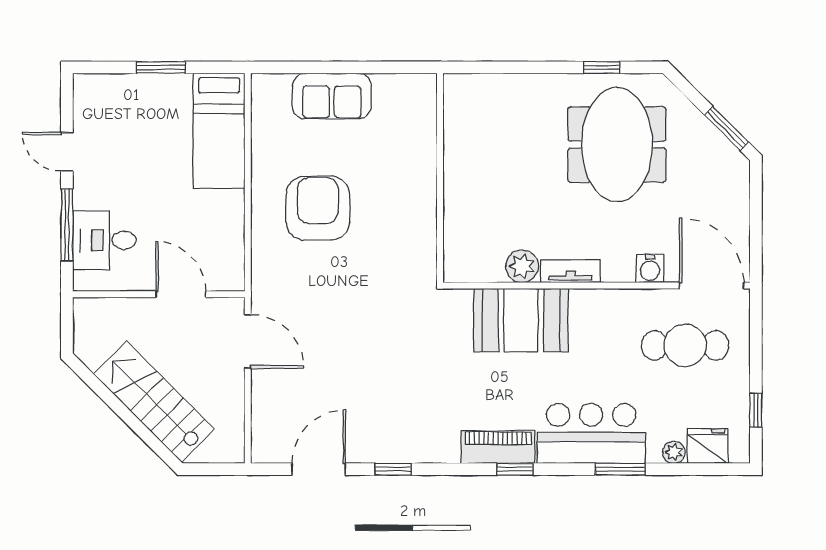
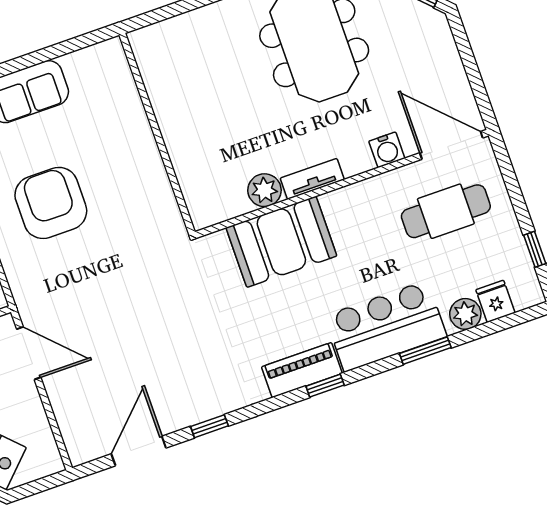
fridge: (708, 446) -> (495, 301), width x0.72
plant: (674, 452) -> (465, 314), width x1.38, depth x1.38

